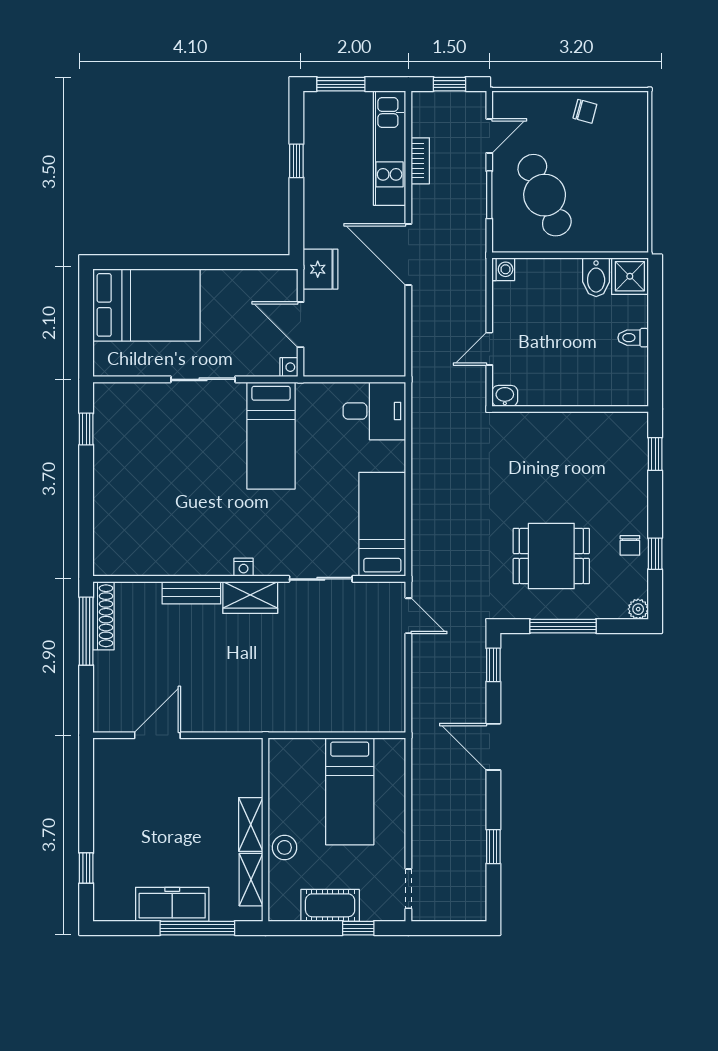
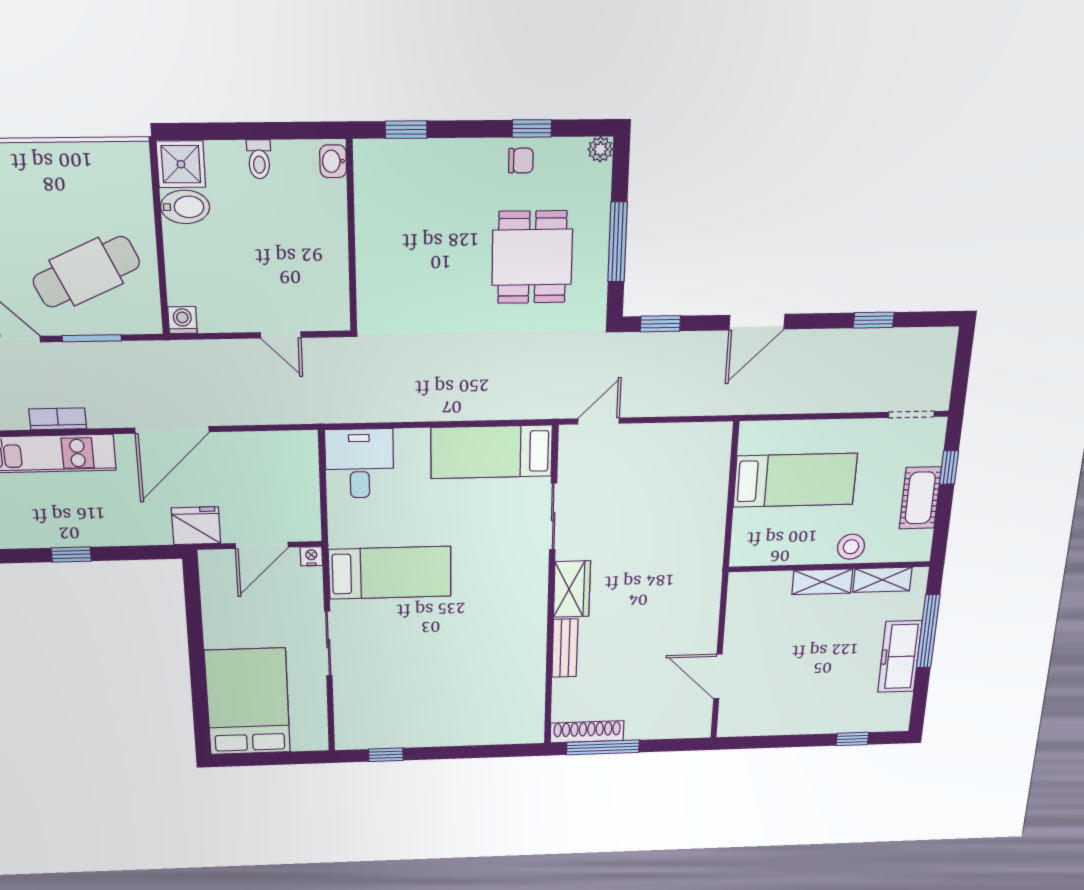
washbasin: (505, 396) -> (333, 161), moved
nightstand: (243, 567) -> (538, 597), removed

